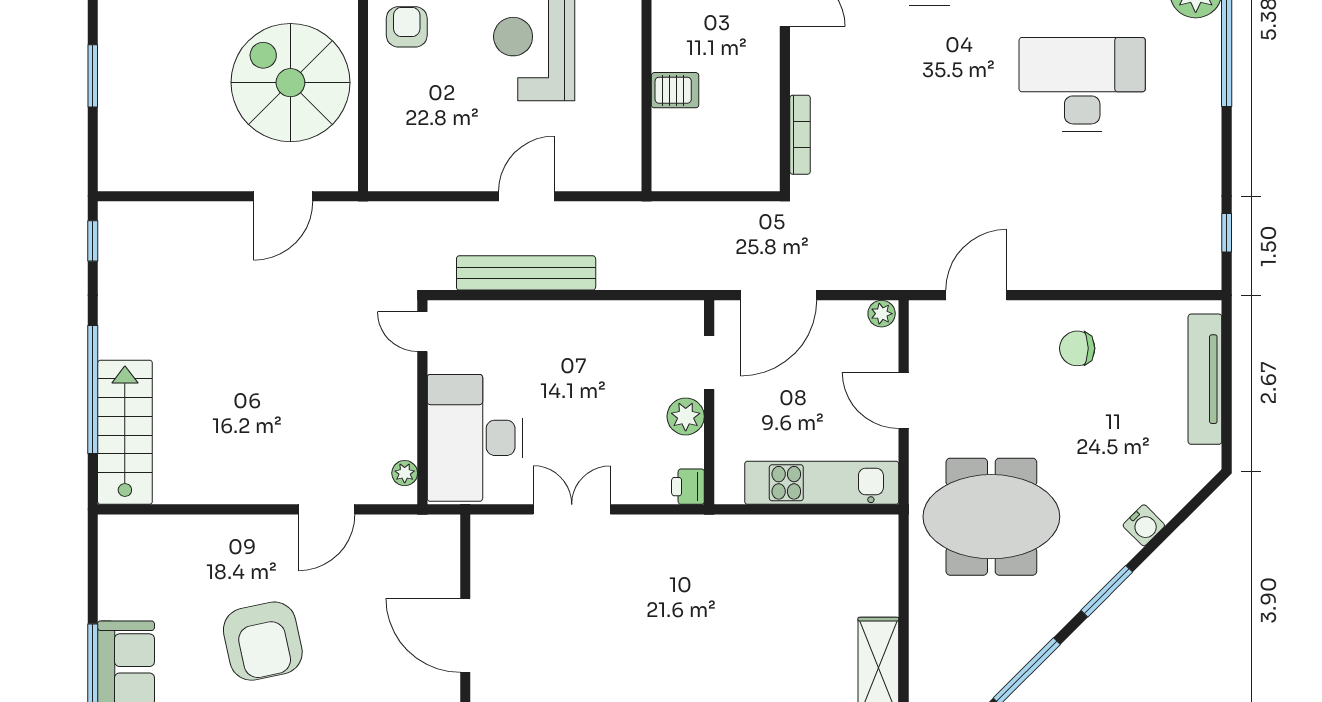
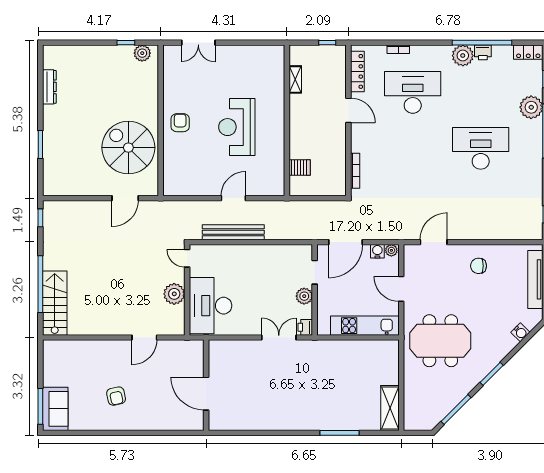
server rack: (675, 90) -> (300, 168), moved
water cooler: (850, 315) -> (377, 251), added
plant: (405, 473) -> (174, 294), moved, width x1.88, depth x1.88
double door: (572, 509) -> (279, 337), moved
water cooler: (1144, 525) -> (520, 332), moved
armchair: (263, 641) -> (116, 396), width x0.53, depth x0.53

